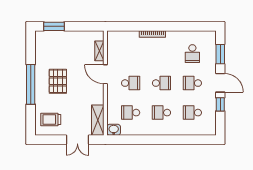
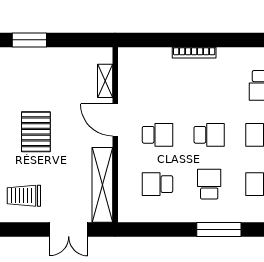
school desk: (161, 113) -> (209, 184), turned 90
shelving: (98, 120) -> (102, 185), width x1.47
washbasin: (114, 130) -> (129, 213), removed
window: (167, 140) -> (219, 230), added

